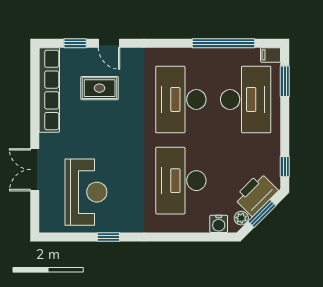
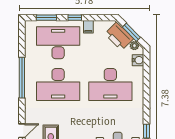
window: (223, 43) -> (22, 78), moved
filing cabinet: (271, 55) -> (88, 27), moved
window: (285, 167) -> (75, 18), moved

